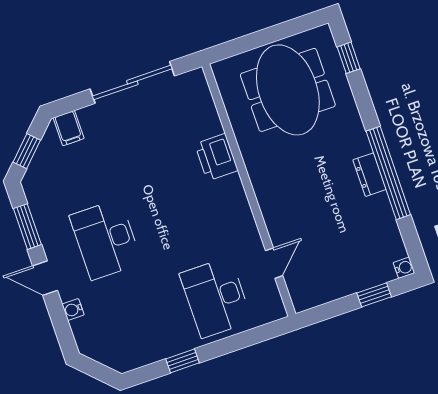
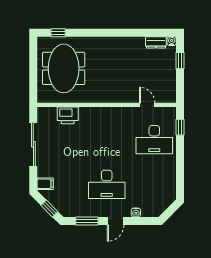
meeting table: (288, 90) -> (64, 68), turned 90
printer: (216, 157) -> (68, 115), moved
window: (388, 173) -> (122, 33), removed
dresser: (369, 175) -> (156, 42), moved
window: (183, 361) -> (180, 127), moved

